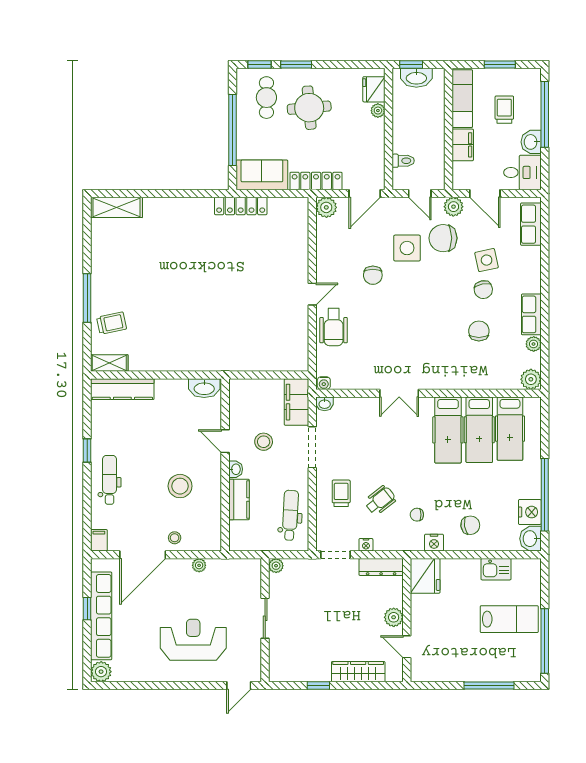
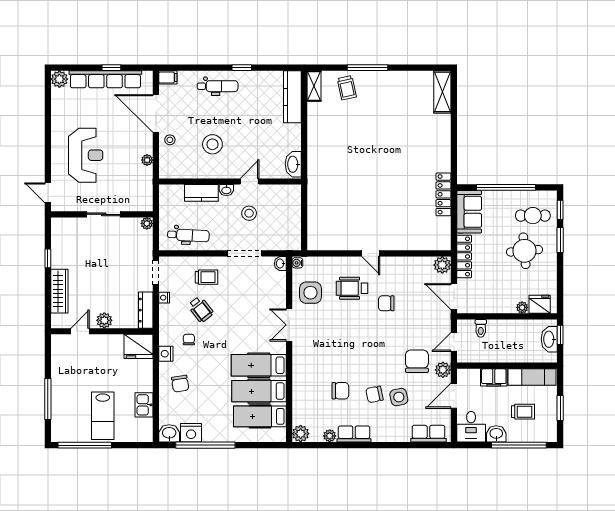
side table: (407, 248) -> (310, 293), moved
wheelchair: (334, 327) -> (352, 288), moved
filing cabinet: (297, 402) -> (282, 240), removed

